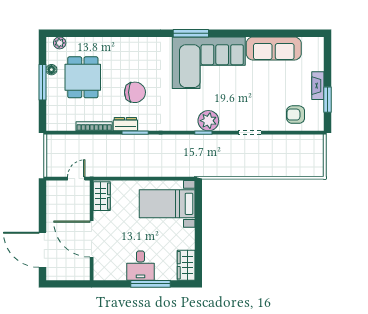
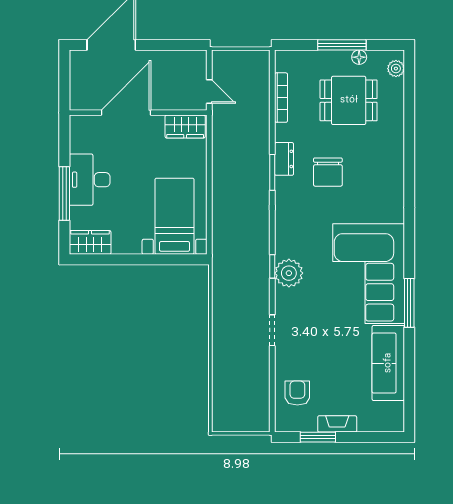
window: (191, 33) -> (409, 303), moved
bookcase: (94, 126) -> (281, 98), moved
desk: (140, 266) -> (90, 180), width x1.37

